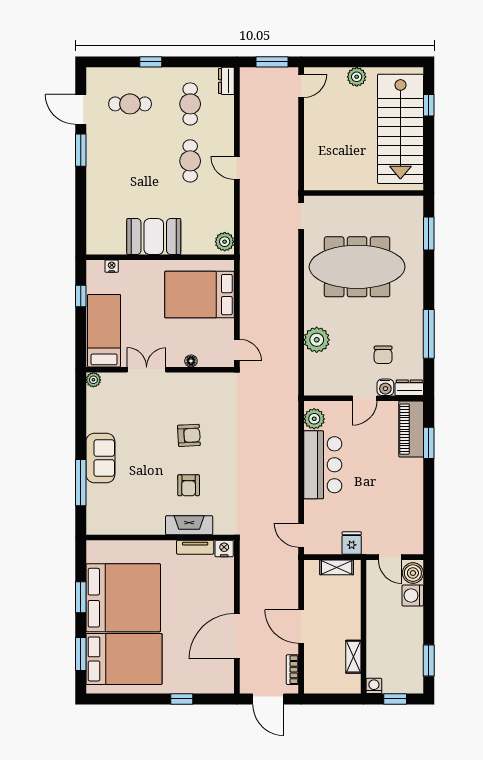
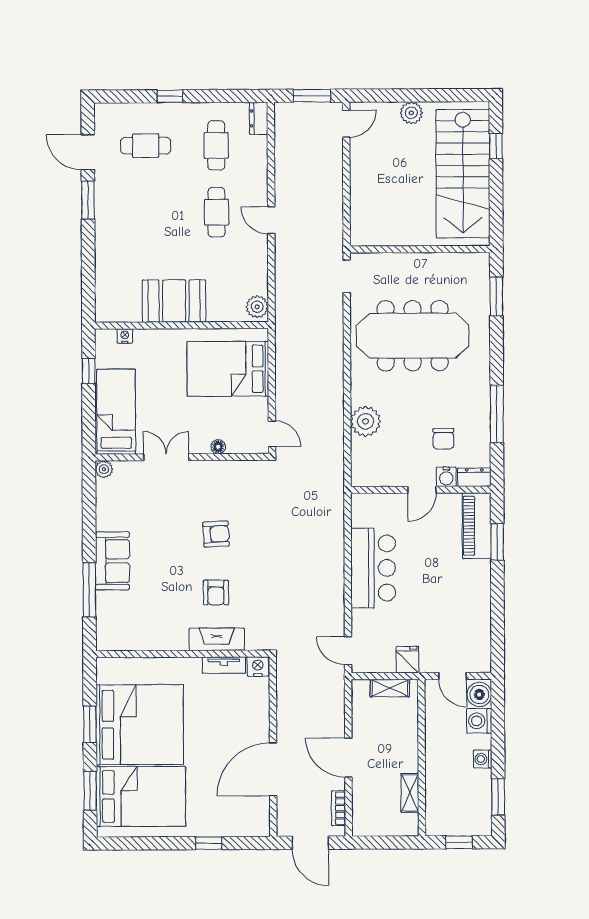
plant: (314, 419) -> (363, 514), removed
washing machine: (374, 686) -> (483, 759), moved, turned -90

